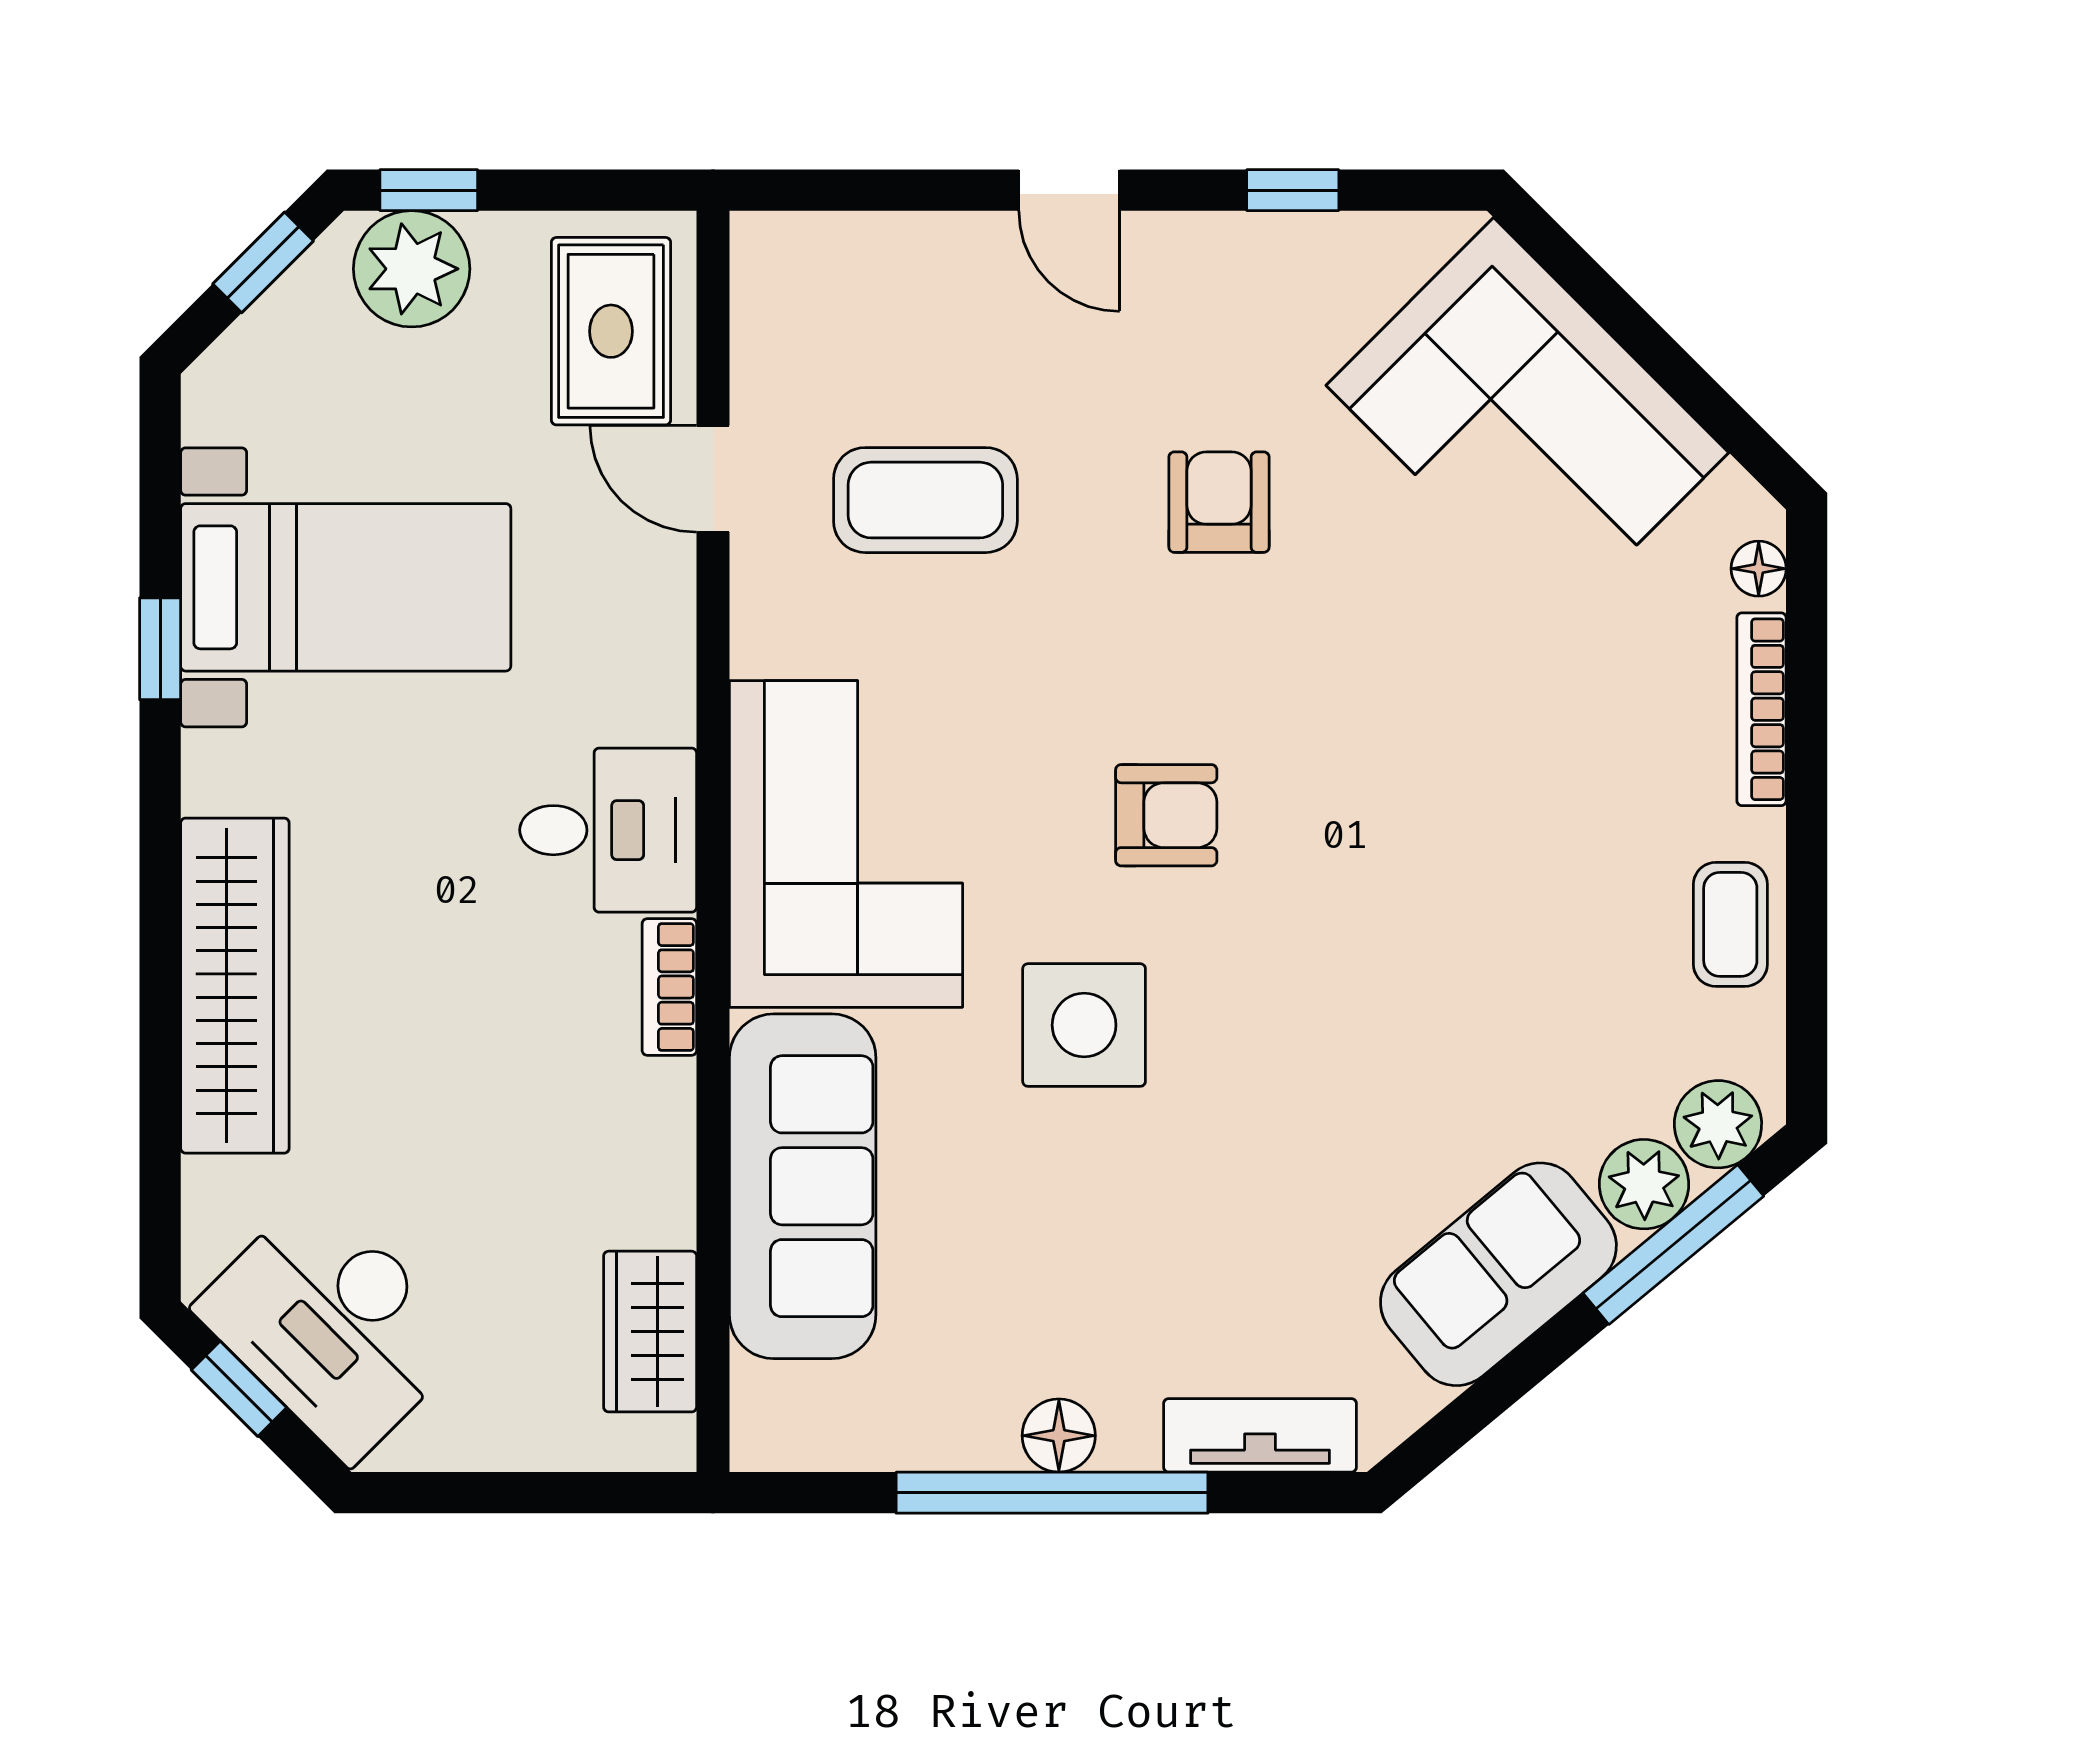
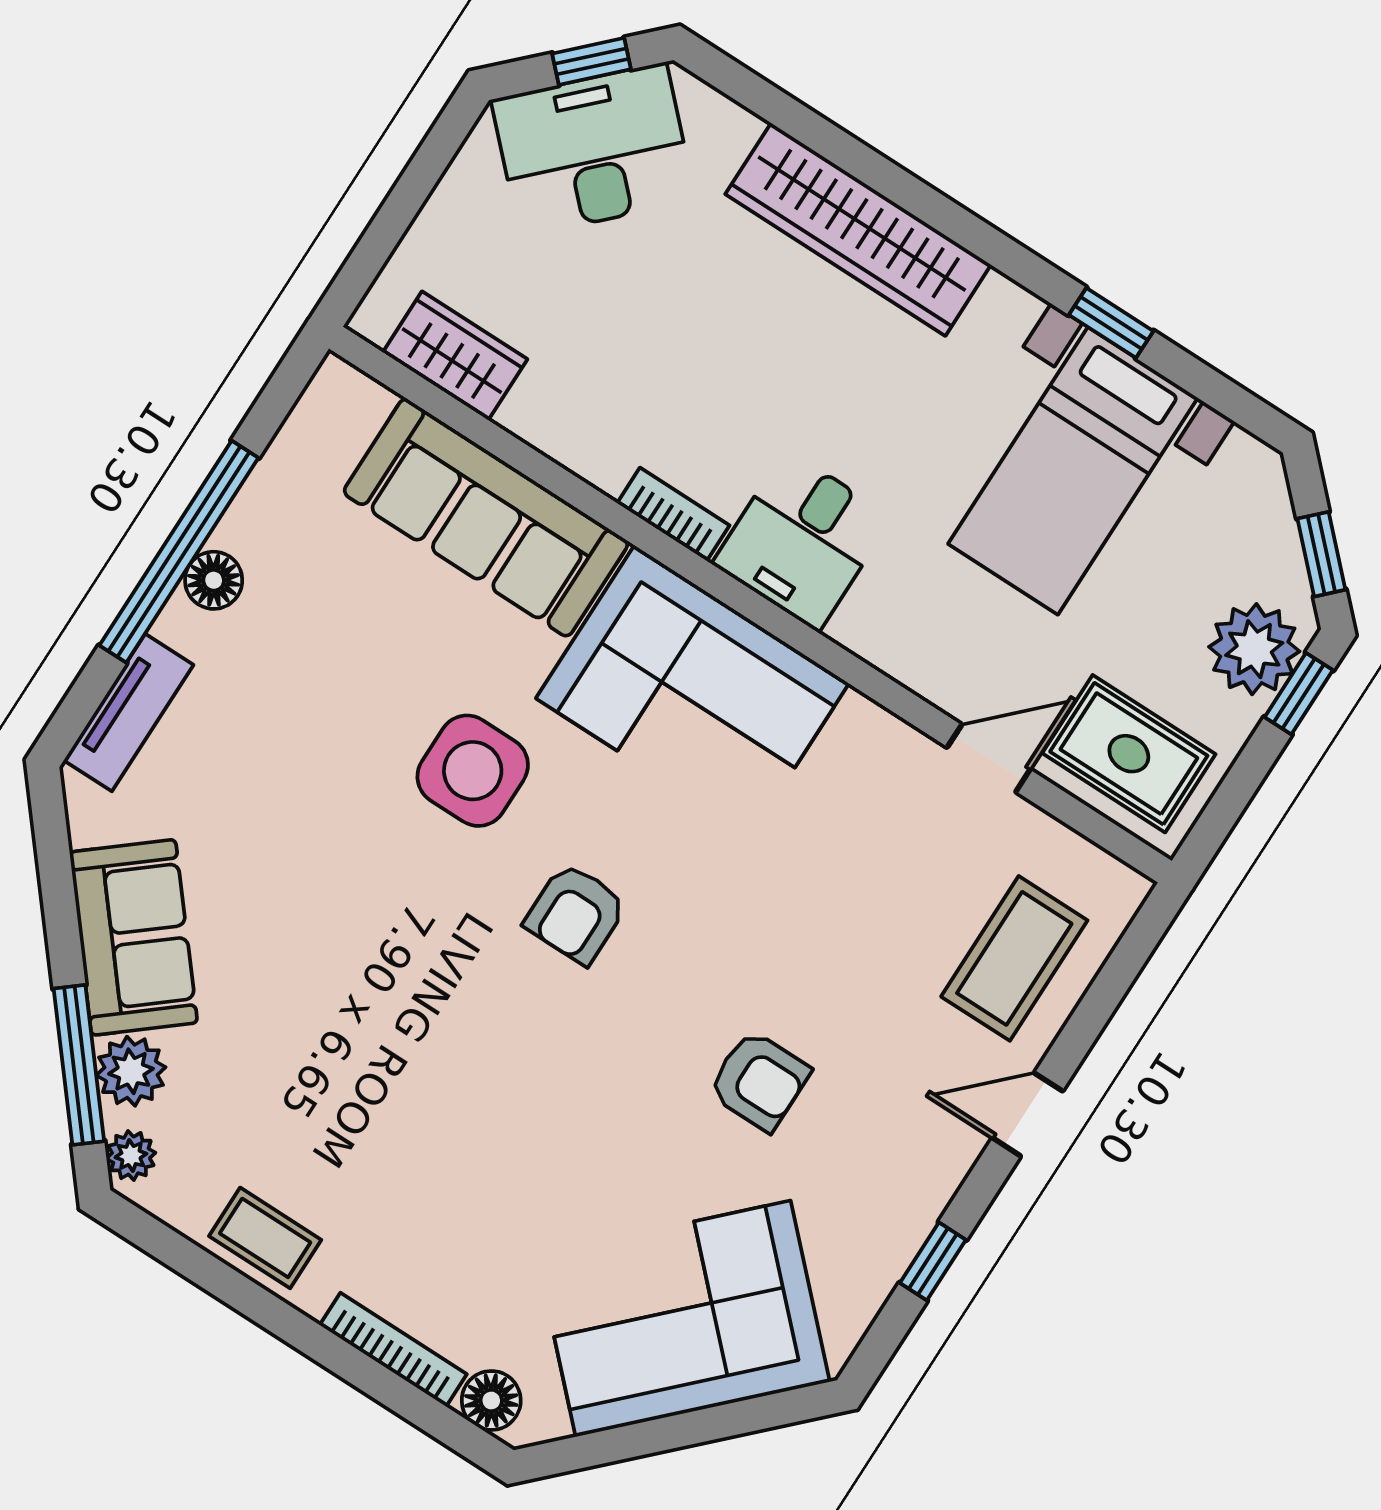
coffee table: (925, 500) -> (1014, 958), moved
floor lamp: (1759, 569) -> (491, 1400), width x1.37, depth x1.37
plant: (1718, 1124) -> (131, 1156), width x0.73, depth x0.73

